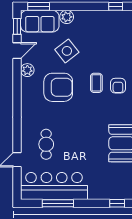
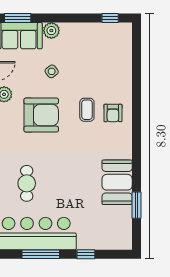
side table: (67, 51) -> (52, 71), width x0.54, depth x0.54
window: (117, 203) -> (86, 254), moved

